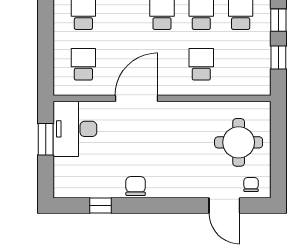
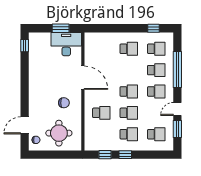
school desk: (83, 64) -> (101, 49), removed
chair: (136, 186) -> (64, 103), moved
window: (100, 205) -> (25, 46), moved

